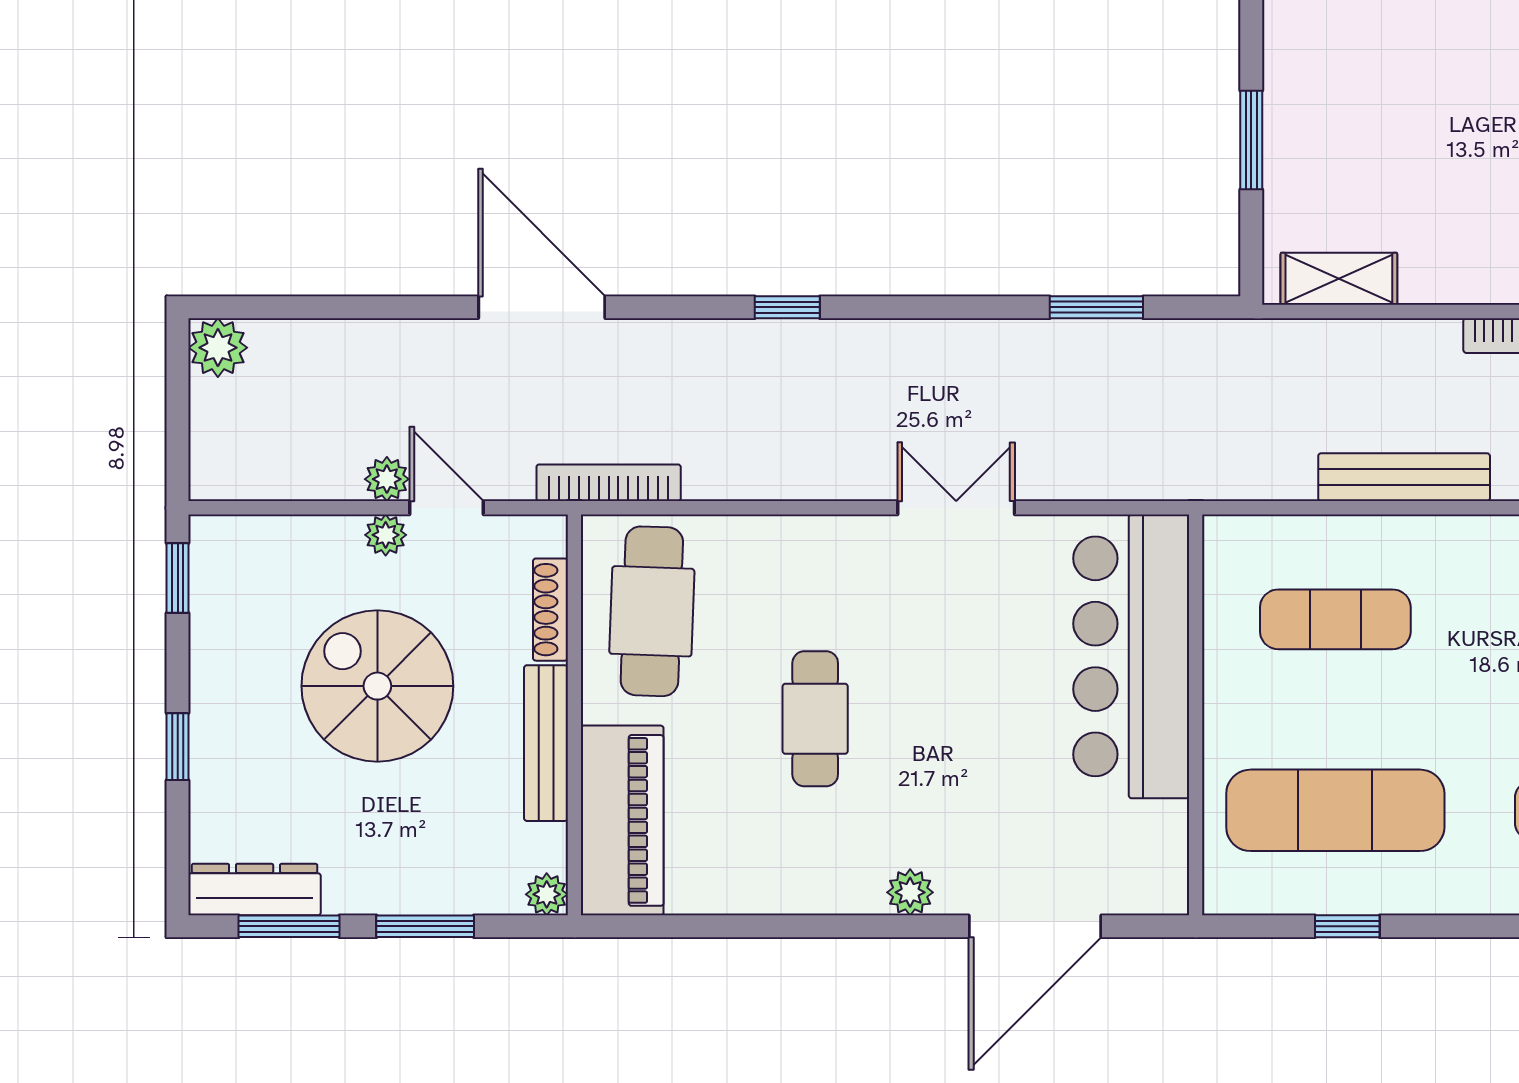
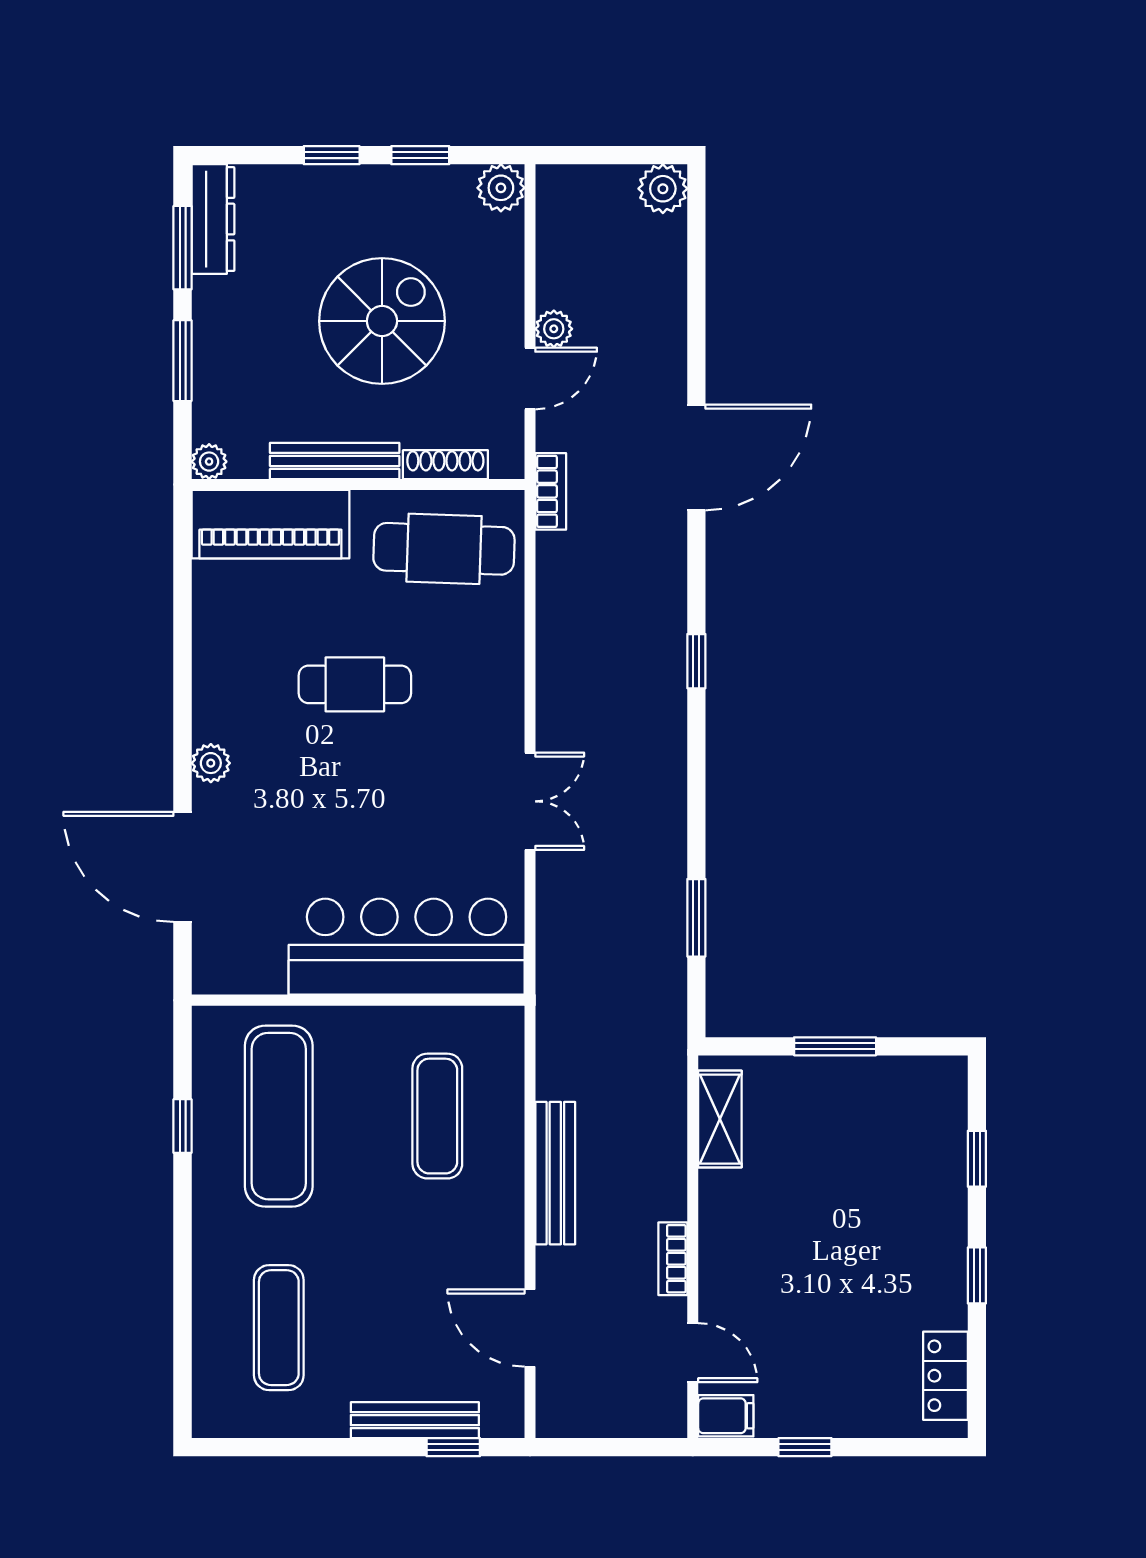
bookcase: (609, 483) -> (551, 491), width x0.64
plant: (386, 535) -> (501, 188), moved, width x1.38, depth x1.38
window: (178, 578) -> (420, 155), moved

